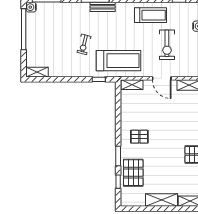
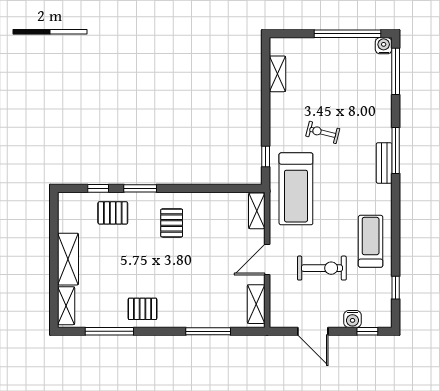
treadmill: (151, 15) -> (371, 241), turned 180
exercise bike: (167, 45) -> (322, 268), turned 180
shelving: (37, 72) -> (277, 74), moved
pallet: (133, 173) -> (113, 213), width x0.67, depth x0.71

